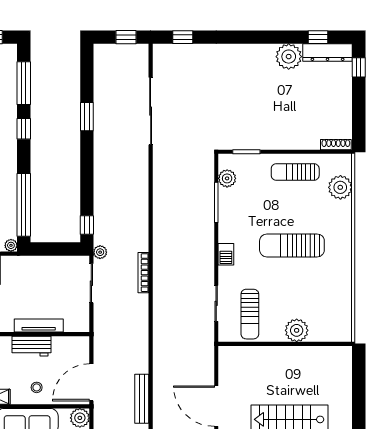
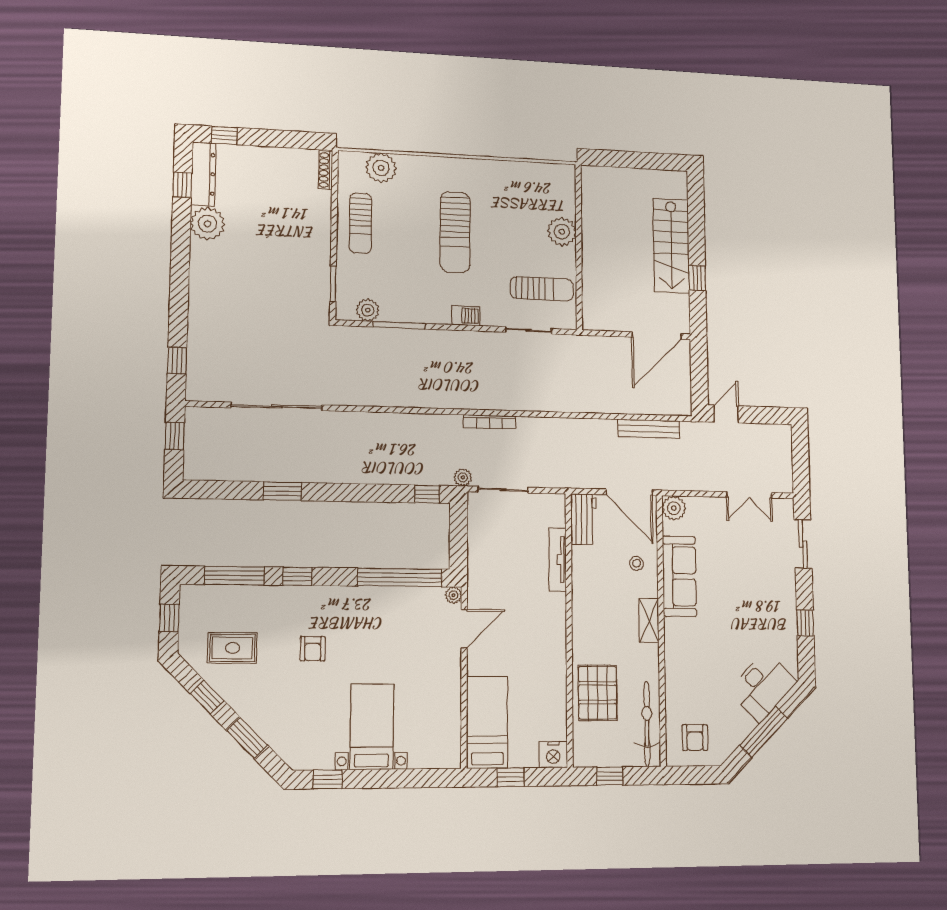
workbench: (31, 346) -> (584, 519), moved

